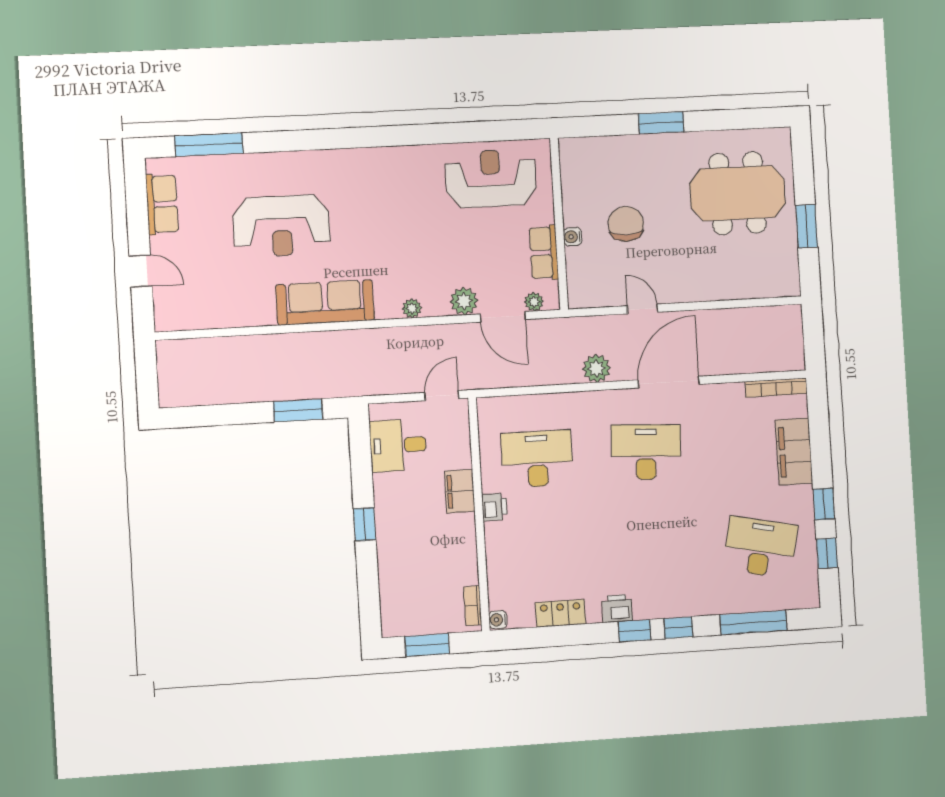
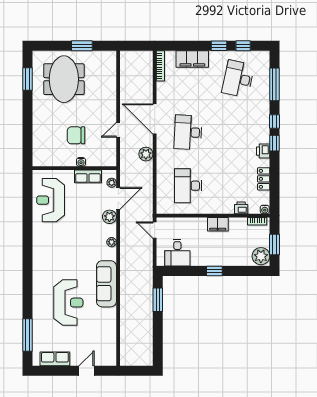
window: (661, 123) -> (27, 79), moved
filing cabinet: (460, 491) -> (218, 224), moved
printer: (494, 507) -> (241, 208), moved
plant: (401, 618) -> (261, 256), added

